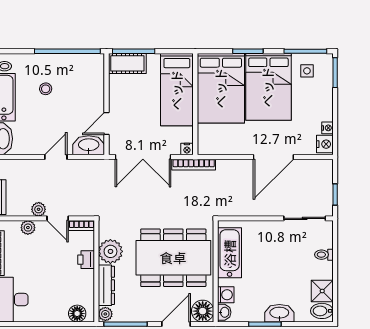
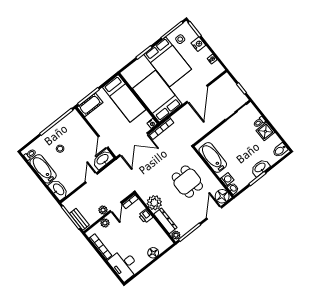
bed: (221, 88) -> (157, 96), moved, turned 180
nightstand: (325, 144) -> (198, 44), moved
door: (58, 218) -> (116, 207), hinge flipped
dining table: (173, 258) -> (187, 182), width x0.53, depth x0.80
shower: (322, 291) -> (265, 131), moved
floor lamp: (77, 314) -> (153, 253), moved

